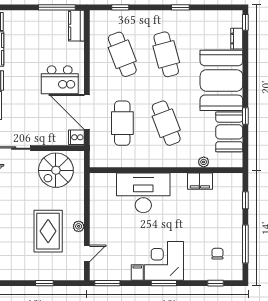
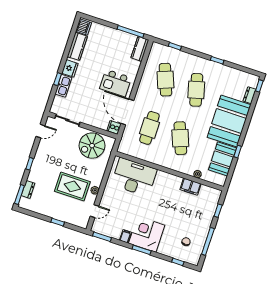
desk: (143, 193) -> (134, 177), moved
rug: (48, 231) -> (72, 186), turned 90

